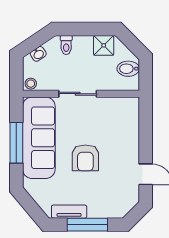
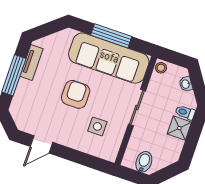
shower: (104, 45) -> (179, 128), moved
side table: (109, 126) -> (97, 126), added
armchair: (85, 158) -> (76, 94), turned 90

